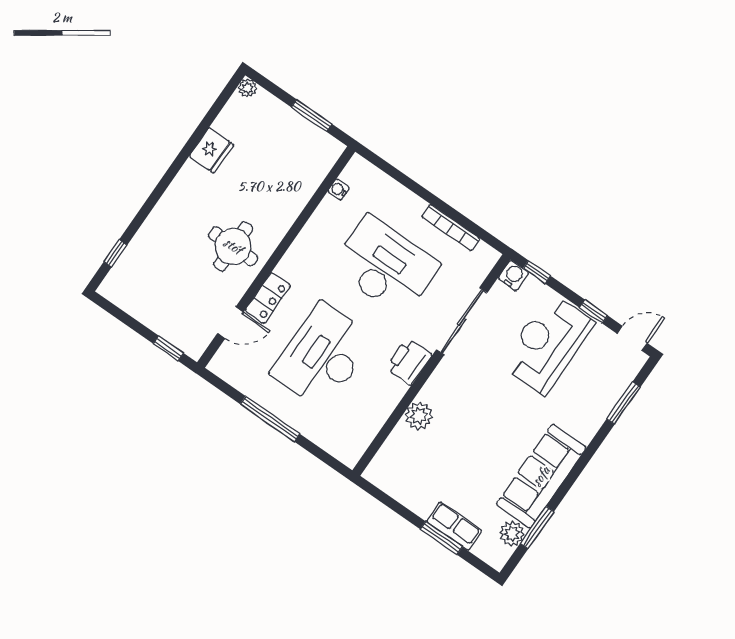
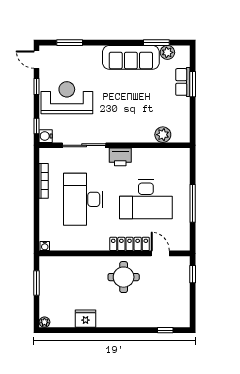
water cooler: (339, 190) -> (45, 246), moved
locker: (268, 298) -> (130, 244), width x1.53
reception desk: (547, 344) -> (67, 98), turned 180
plant: (419, 416) -> (163, 135), moved

